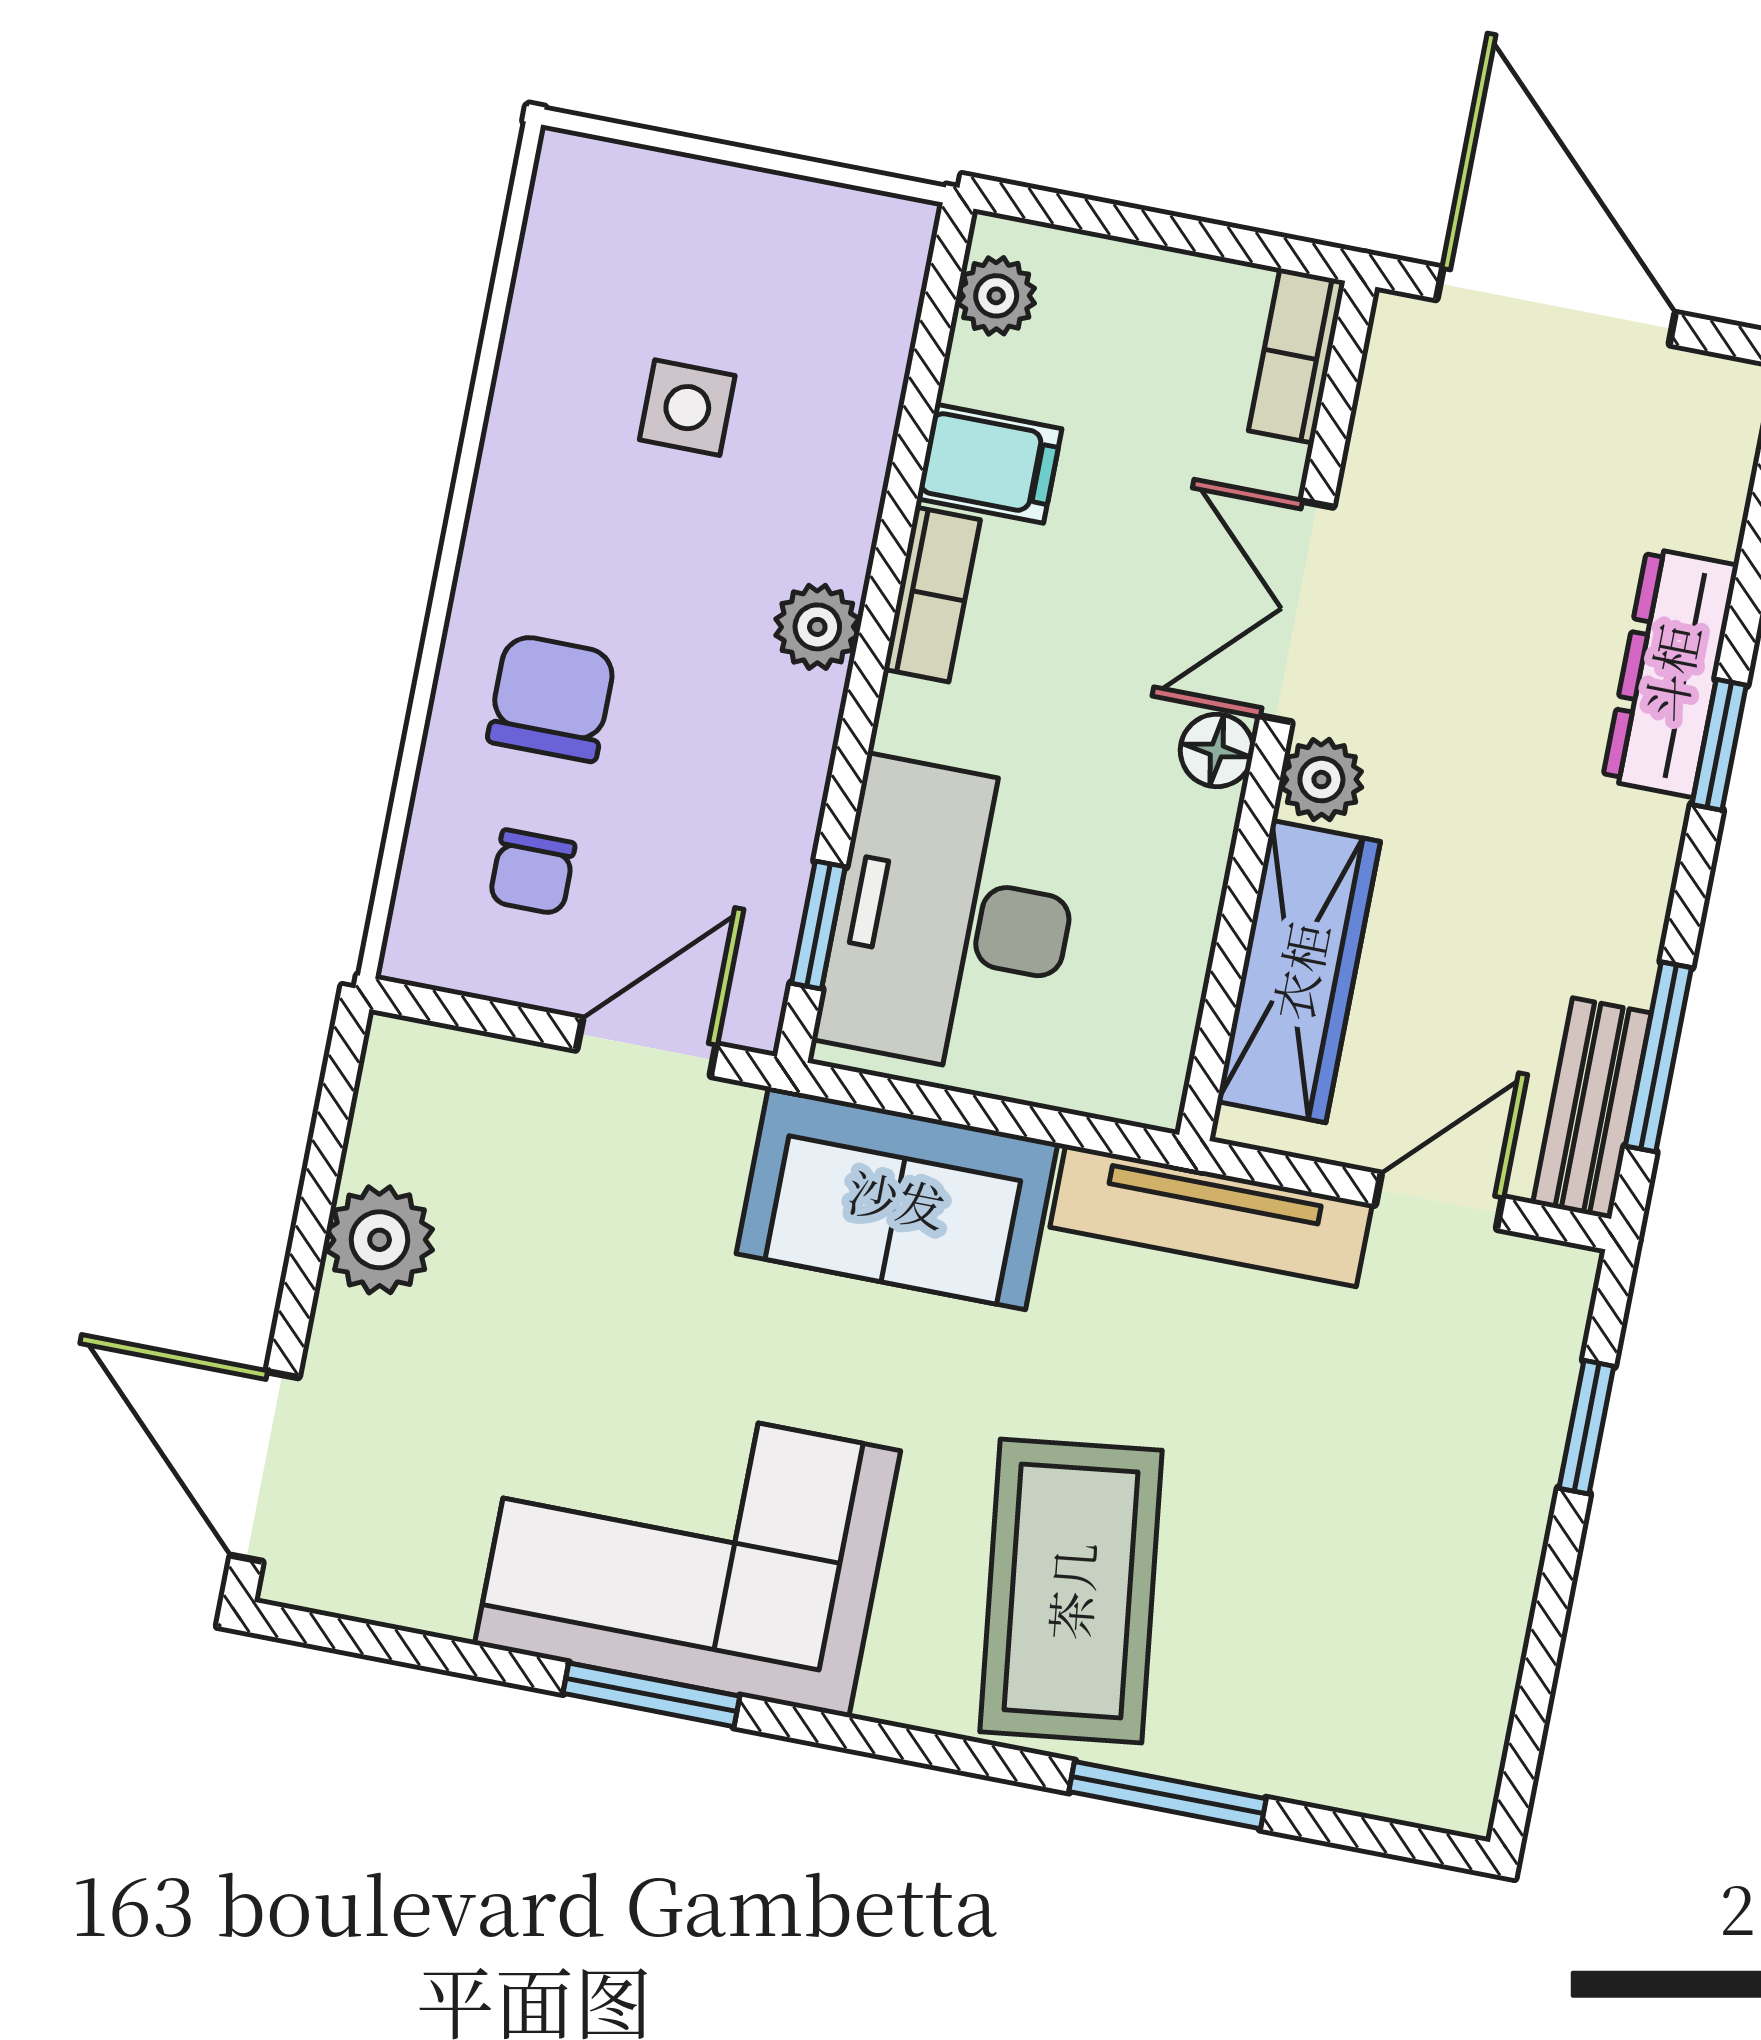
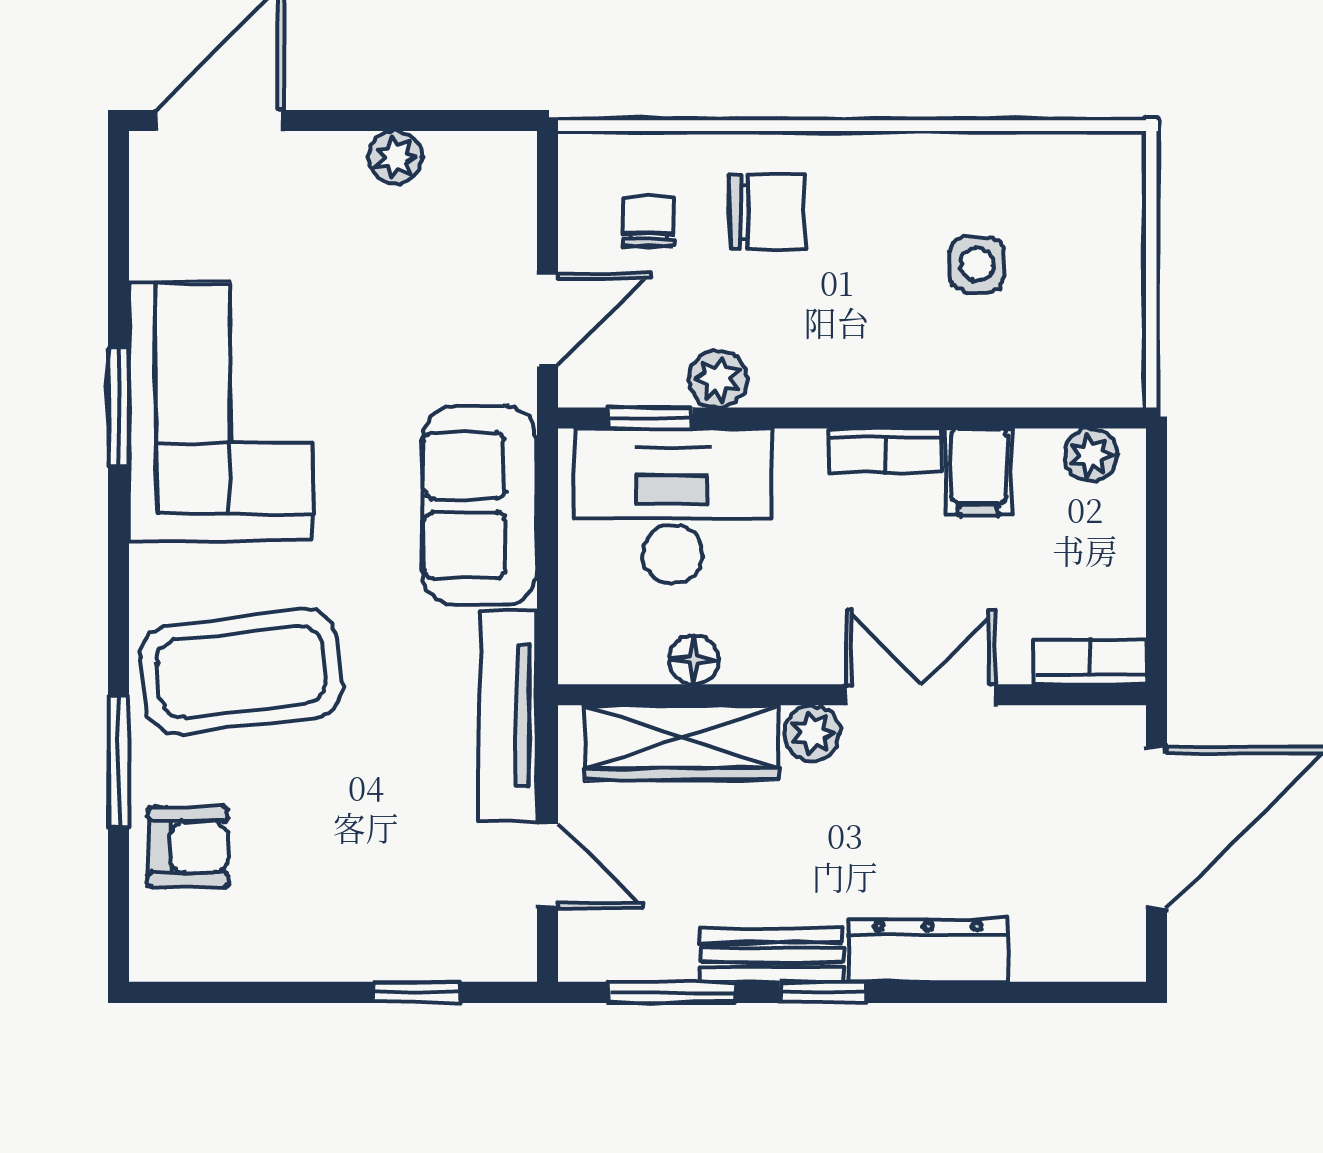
plant: (817, 627) -> (718, 379), moved
window: (1719, 745) -> (823, 992), moved
floor lamp: (1217, 750) -> (694, 660), moved
chair: (532, 872) -> (649, 221), turned 90
door: (646, 1047) -> (547, 320), hinge flipped
bench: (1592, 1108) -> (771, 955), moved
plant: (380, 1240) -> (395, 157), width x0.73, depth x0.73
armchair: (1311, 1718) -> (188, 847), added

